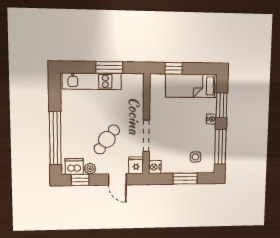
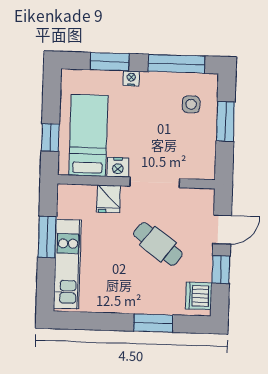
bed: (191, 86) -> (88, 135), moved, turned 180
window: (55, 138) -> (153, 323), width x0.47
fridge: (136, 165) -> (109, 199), moved, turned -90
nightstand: (155, 167) -> (118, 167), moved
plant: (90, 169) -> (203, 272), removed
window: (80, 180) -> (221, 270), moved

